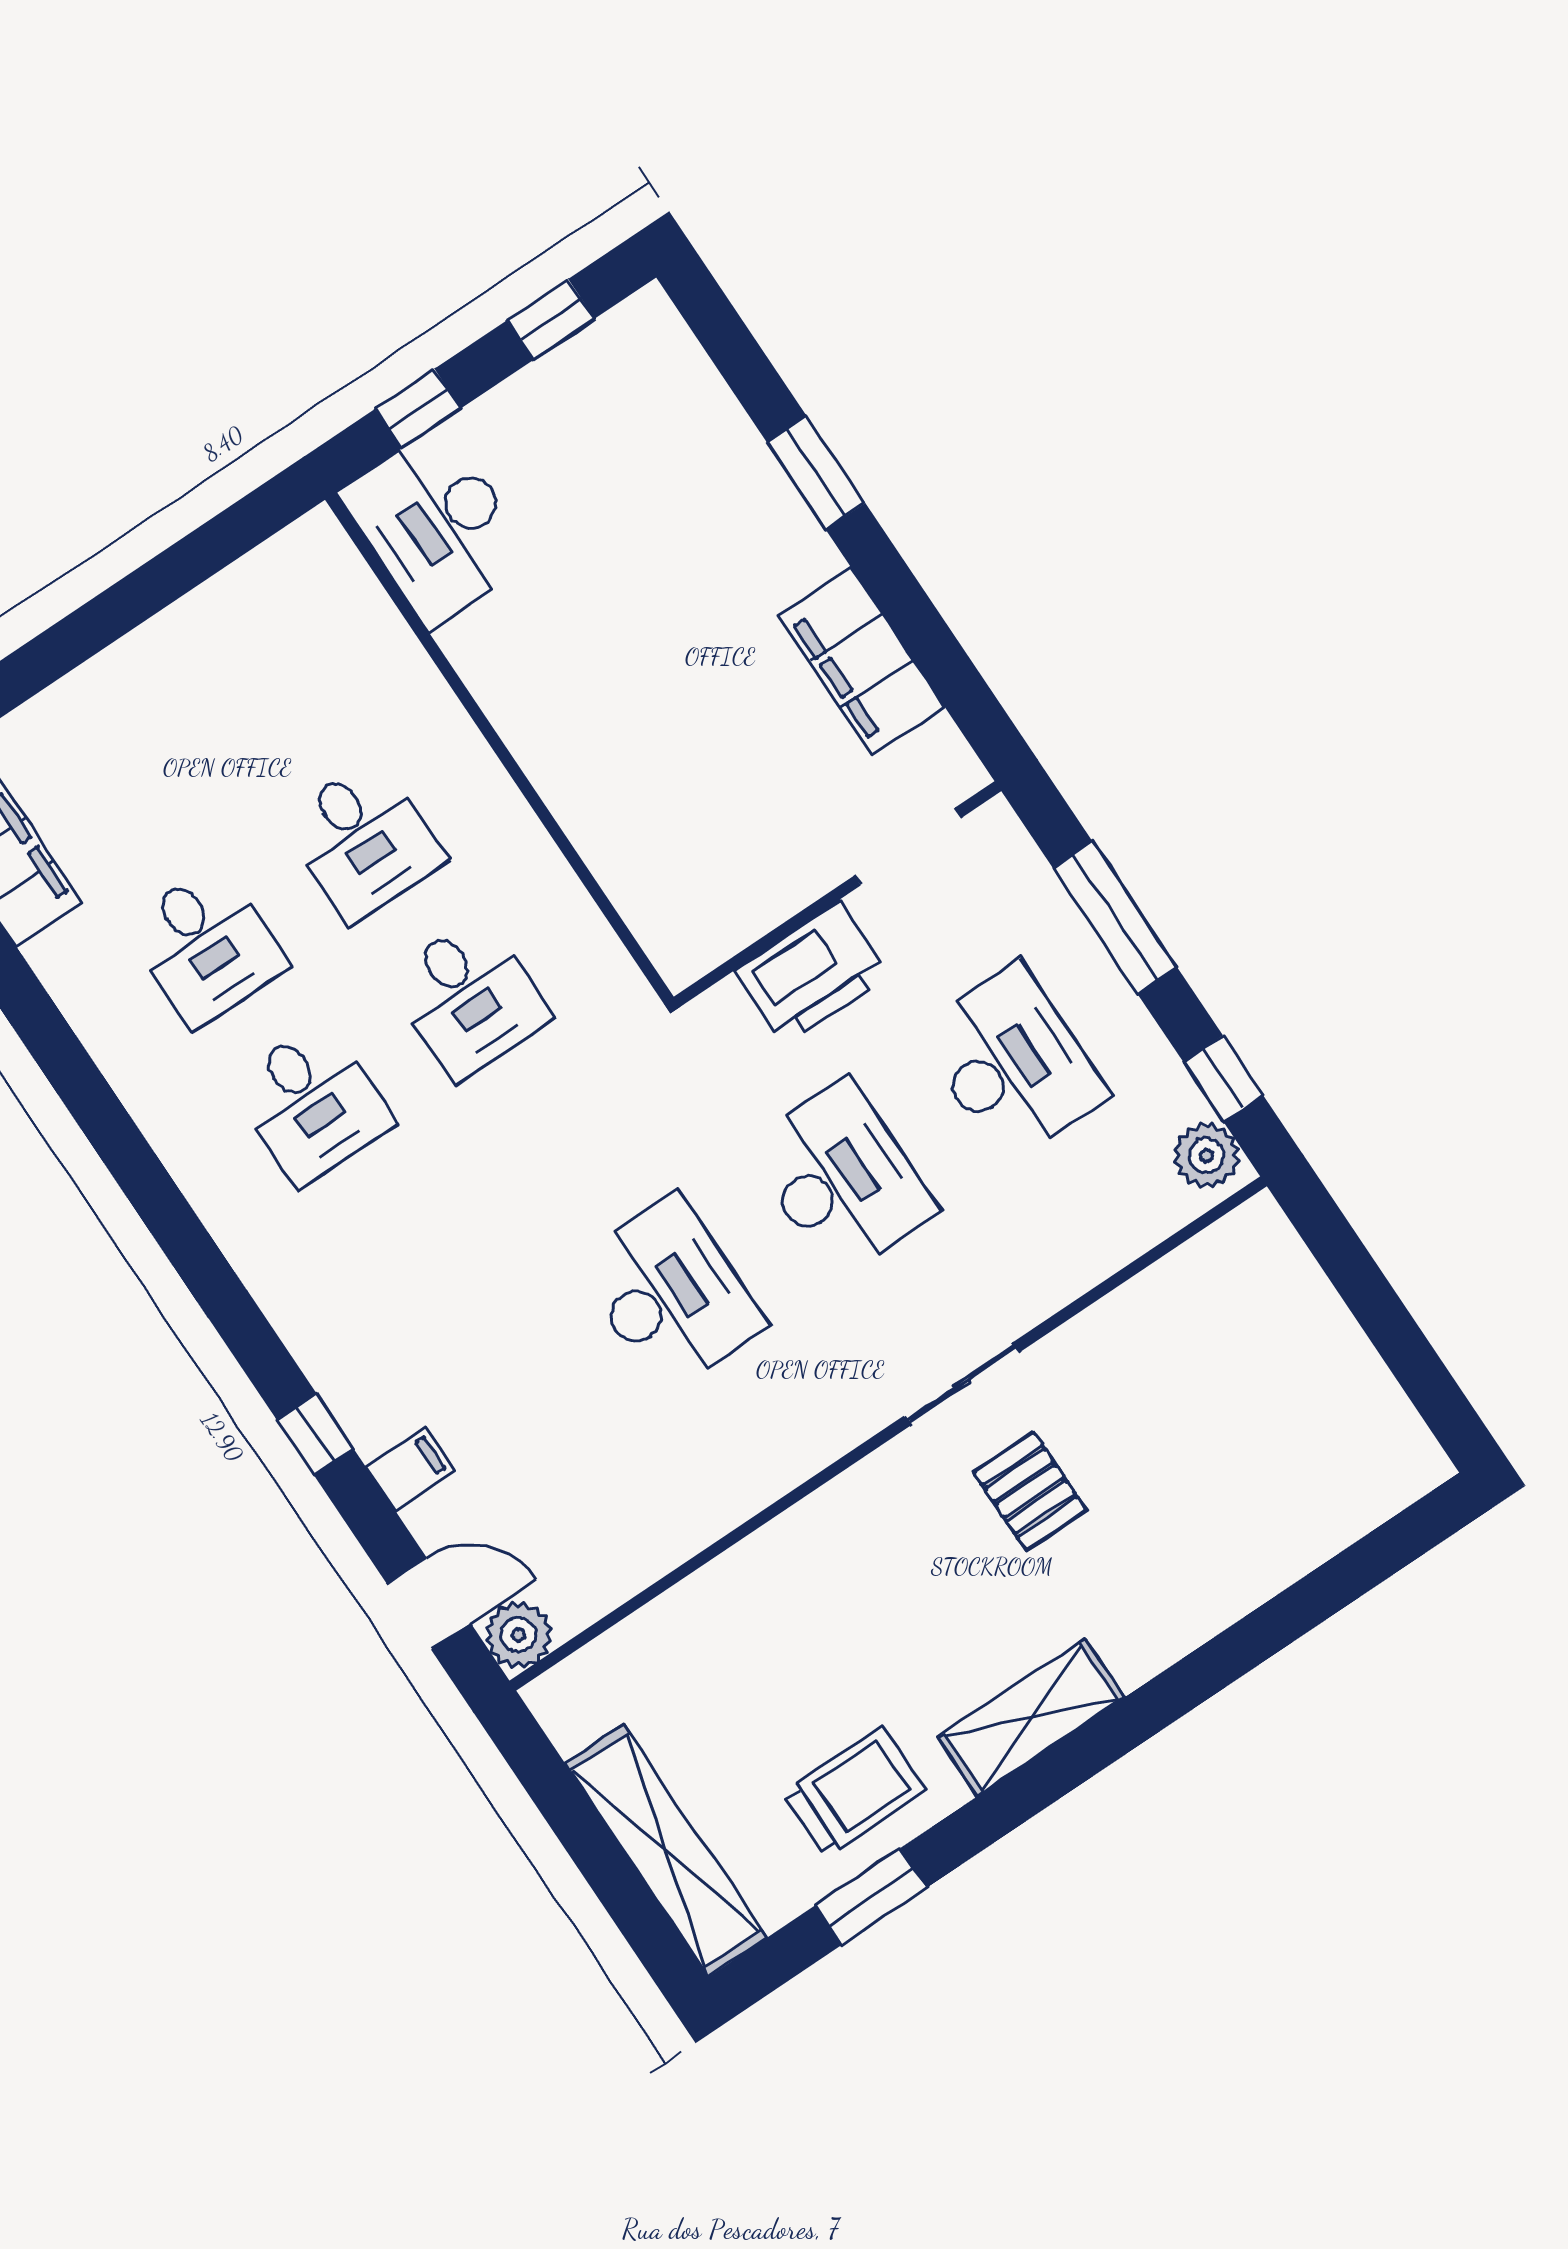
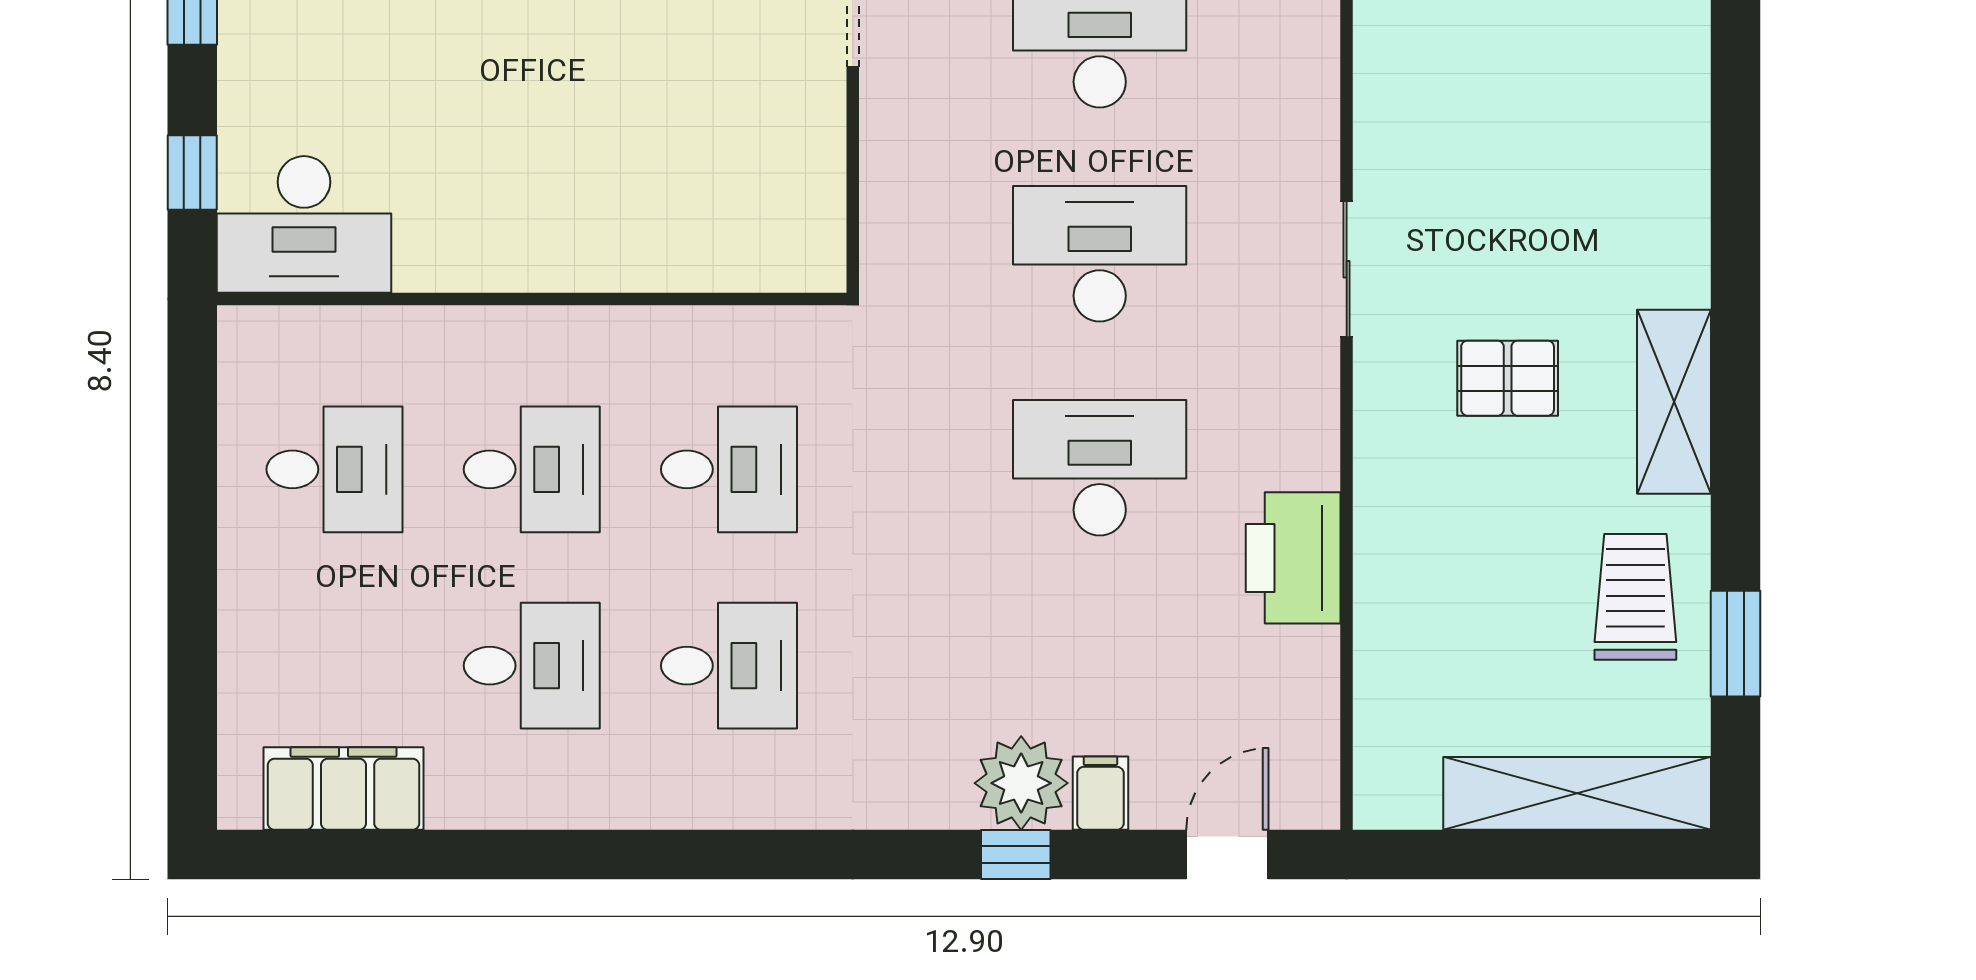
desk: (257, 682) -> (334, 469), added
printer: (812, 973) -> (1293, 558), moved, turned 180
pallet: (1030, 1491) -> (1508, 378), moved
plant: (518, 1635) -> (1021, 783), moved, width x1.36, depth x1.36

